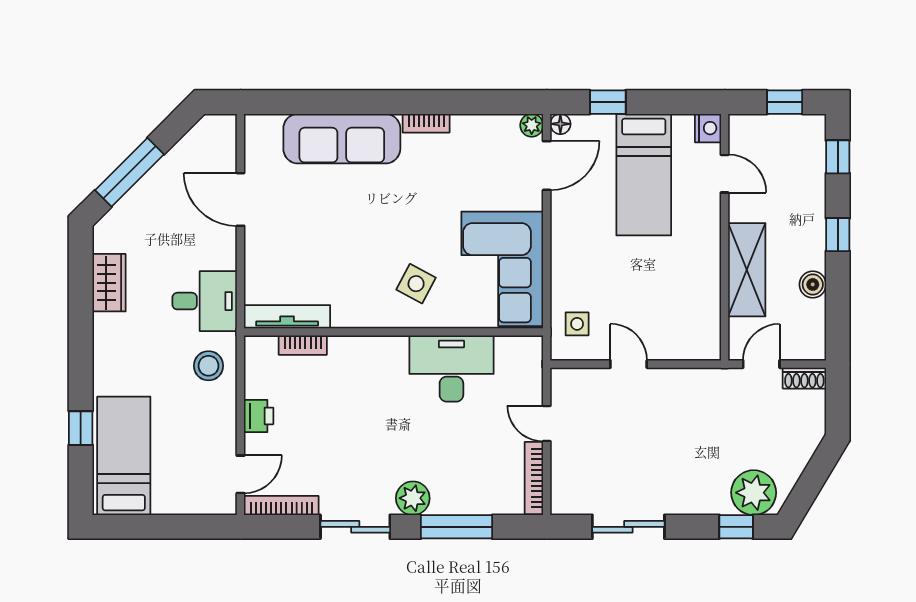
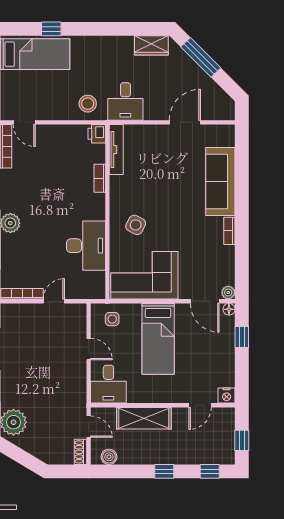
bed: (644, 175) -> (158, 339), moved, turned -90
wardrobe: (109, 283) -> (151, 45), moved
boiler: (813, 284) -> (109, 457), moved
desk: (688, 330) -> (108, 384), added
bookcase: (303, 345) -> (100, 178), moved
door: (629, 364) -> (89, 349), hinge flipped
printer: (259, 416) -> (97, 134), moved, turned 90

